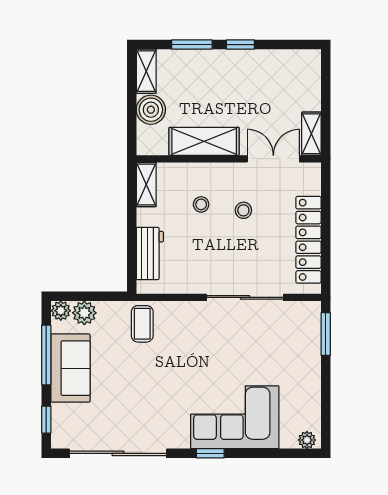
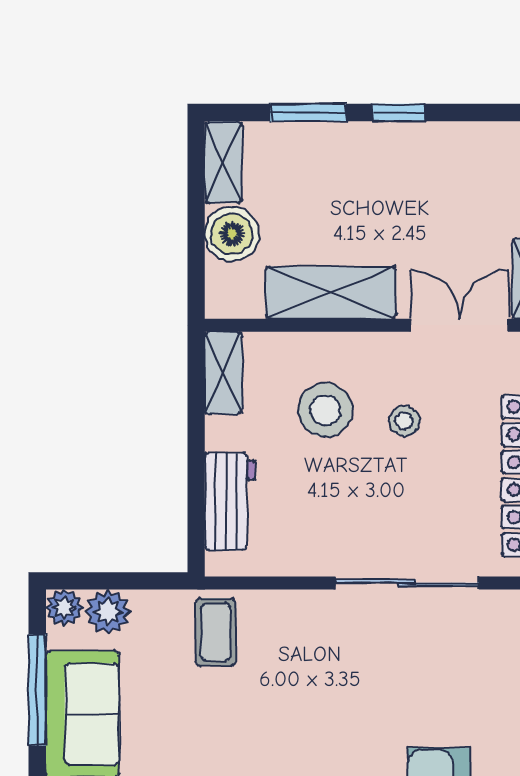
stool: (201, 204) -> (325, 410), width x1.89, depth x1.89

